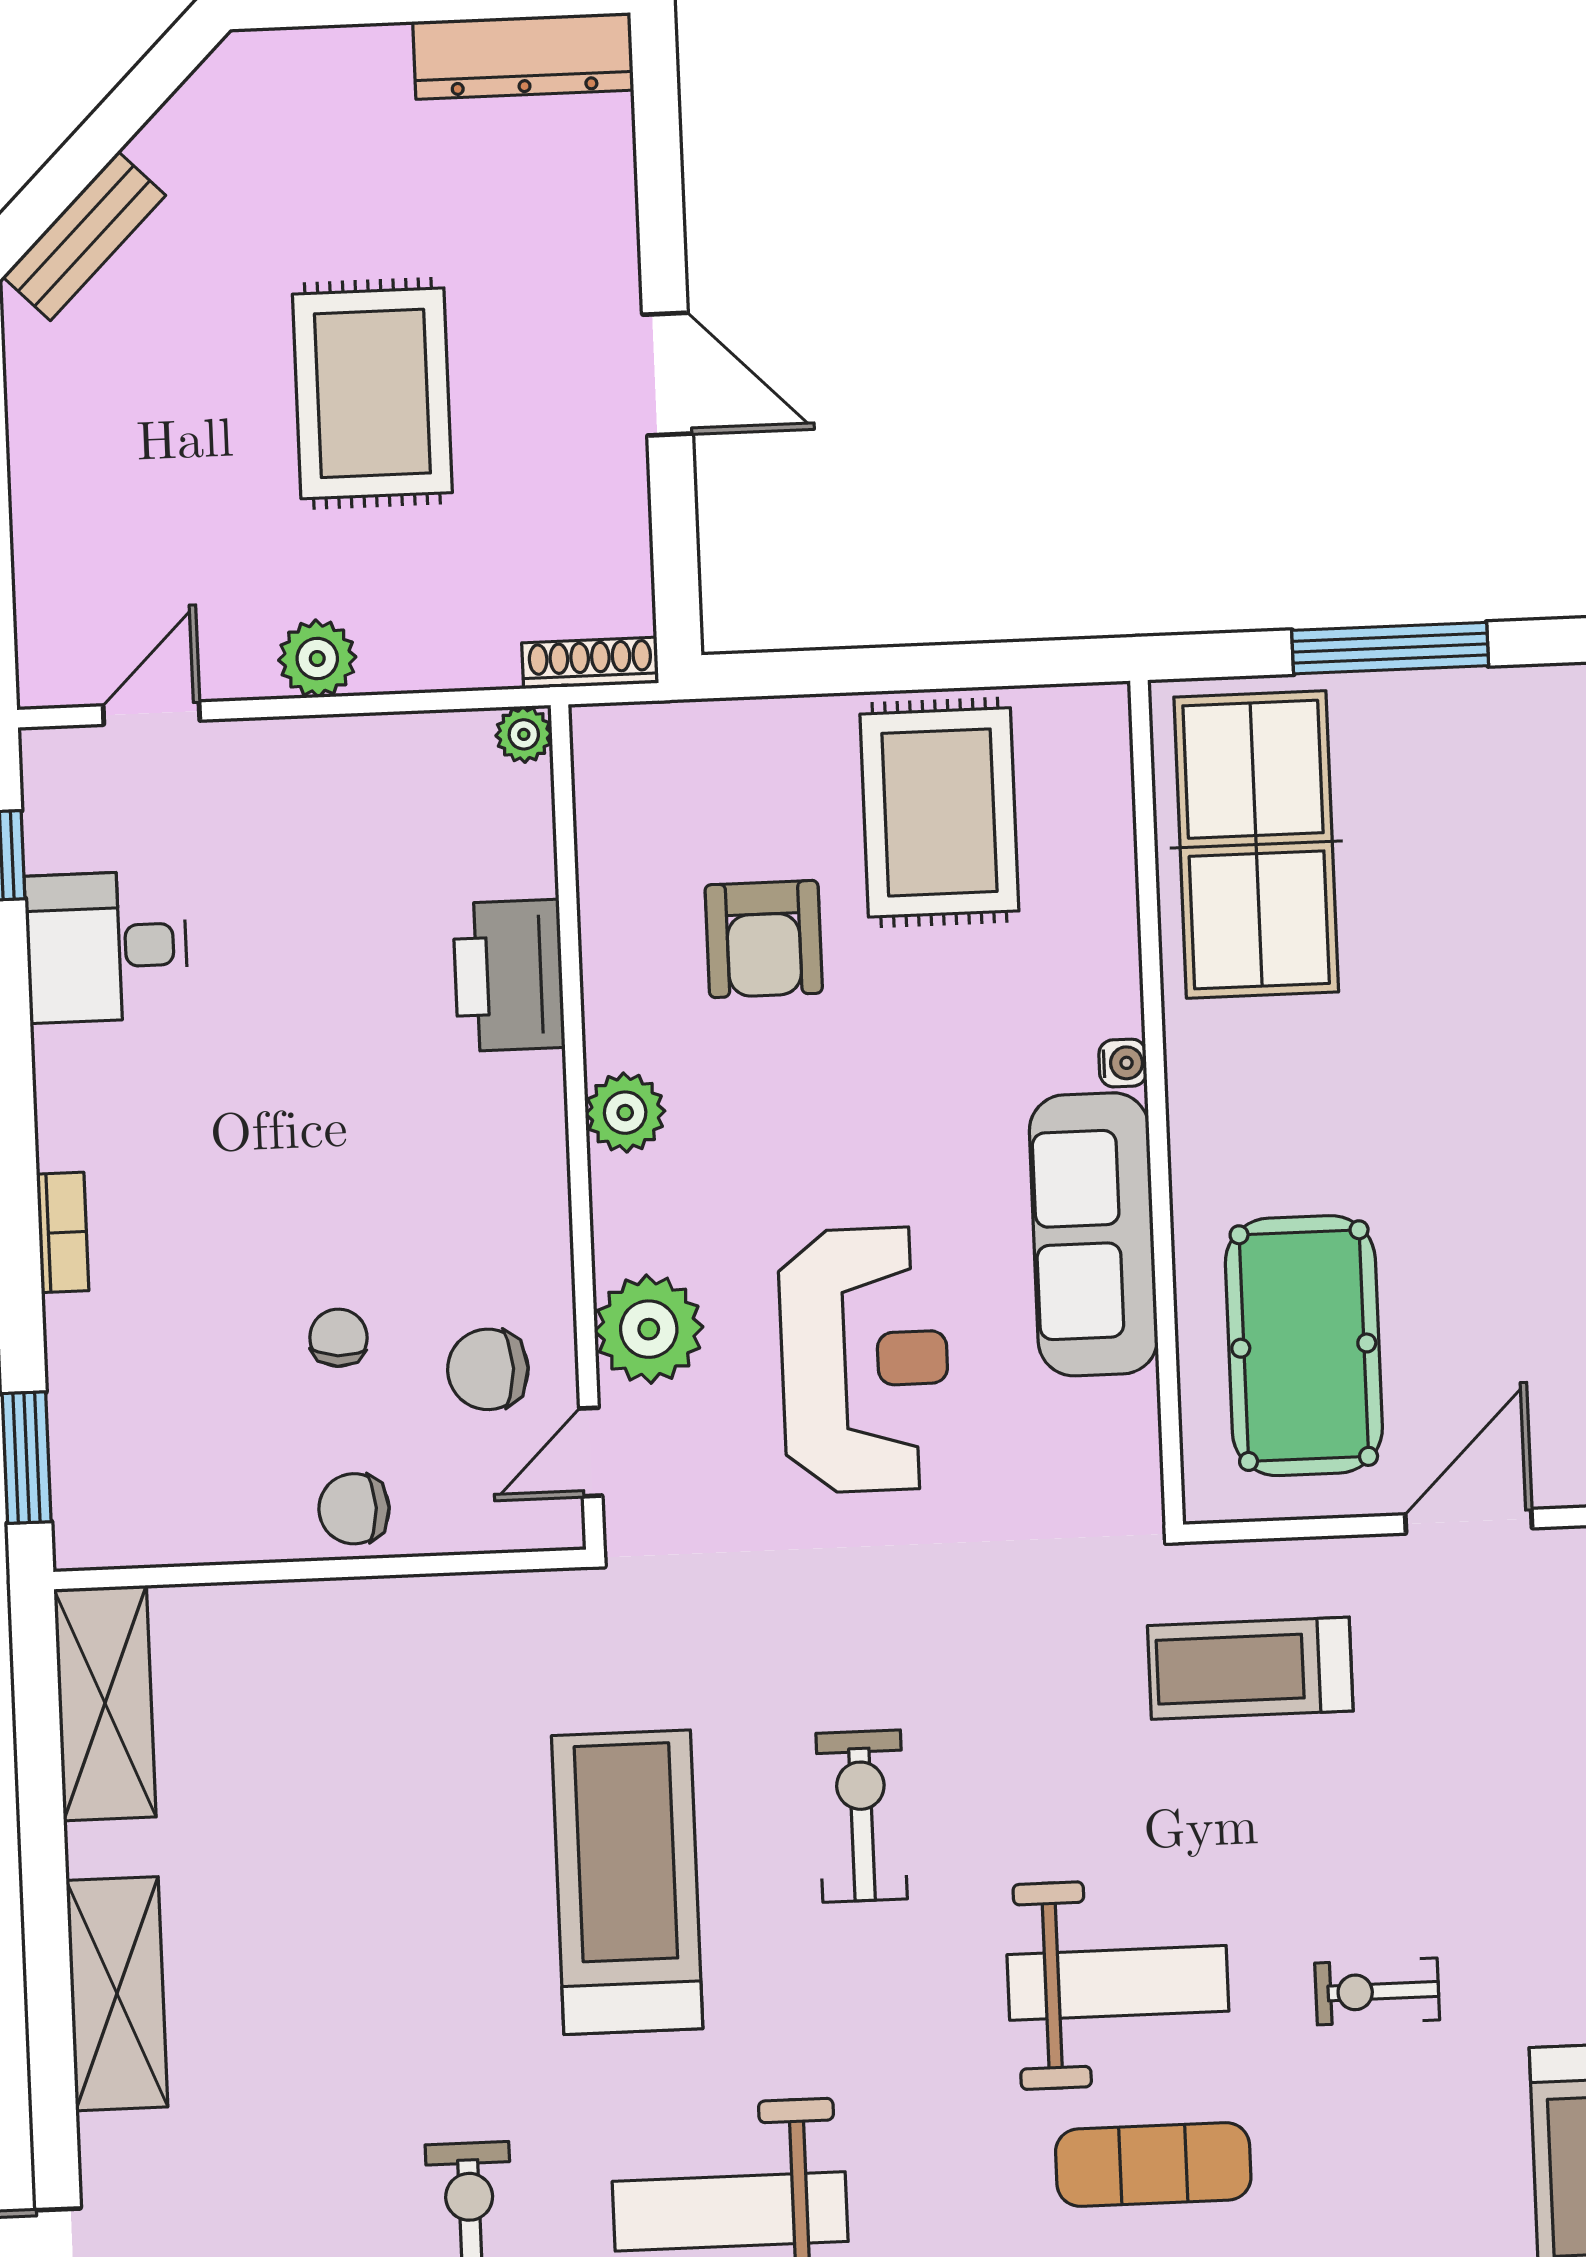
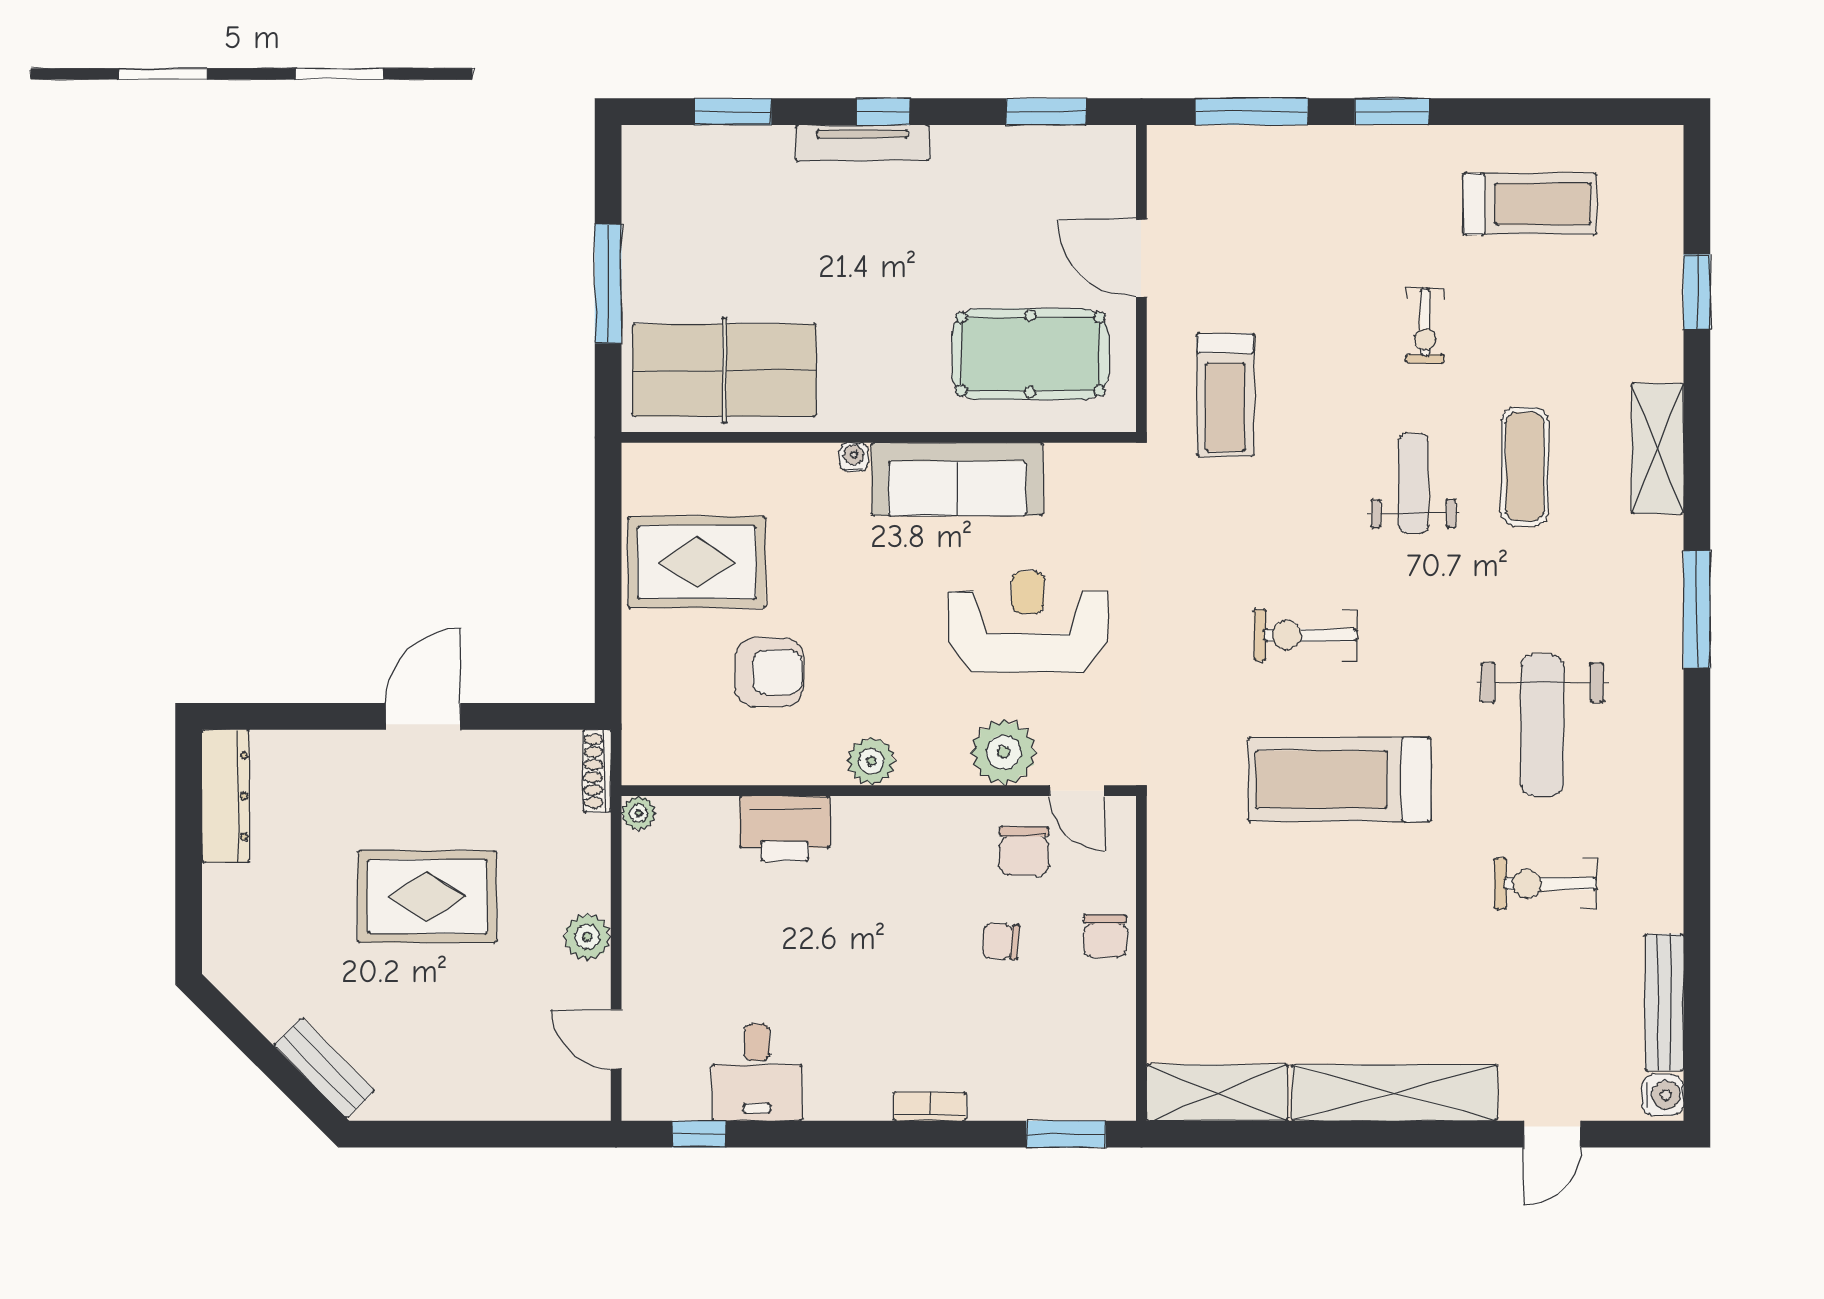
weight bench: (1118, 1983) -> (1413, 483), width x0.73, depth x0.75
shelving: (117, 1994) -> (1394, 1093), width x1.47

